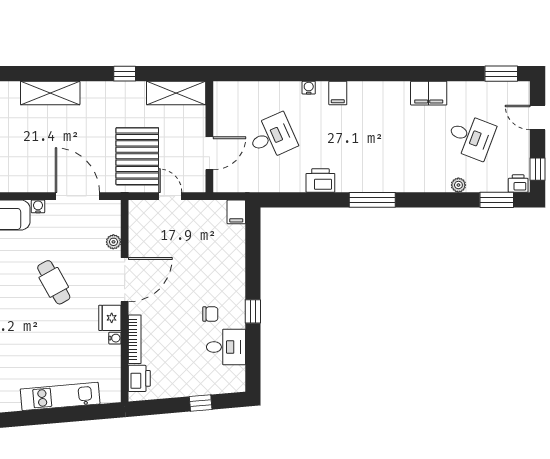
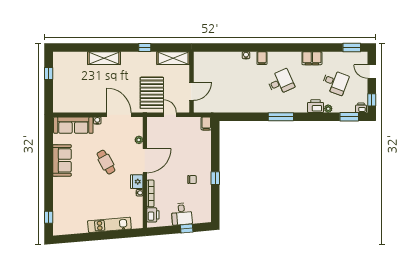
desk: (272, 137) -> (281, 82), moved
printer: (320, 180) -> (316, 106), moved
desk: (226, 347) -> (182, 214), moved, turned 85

